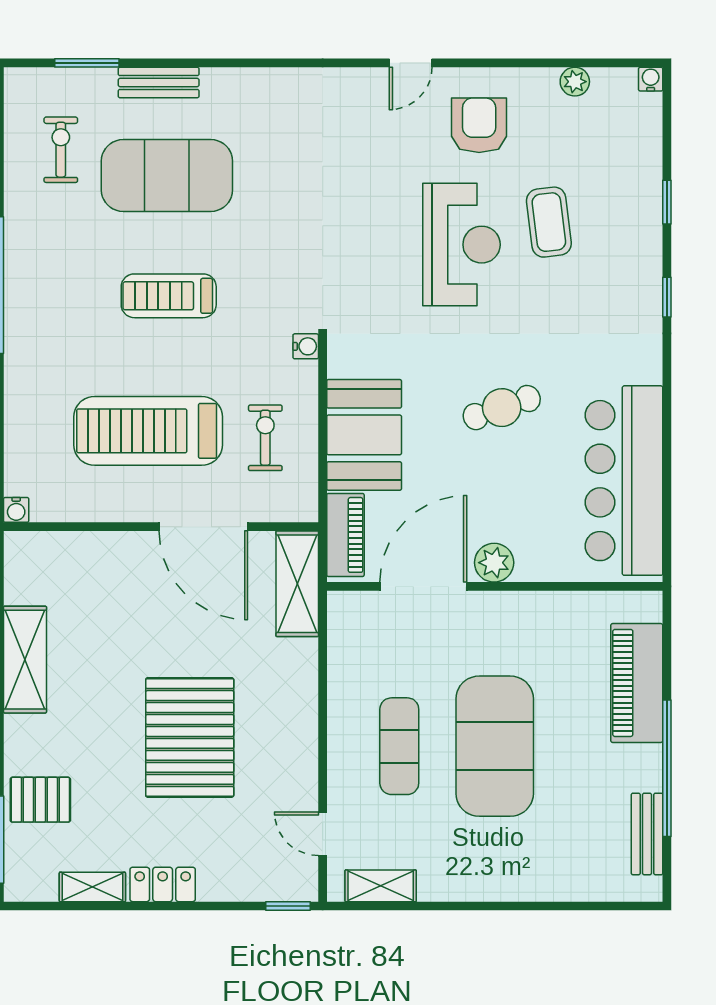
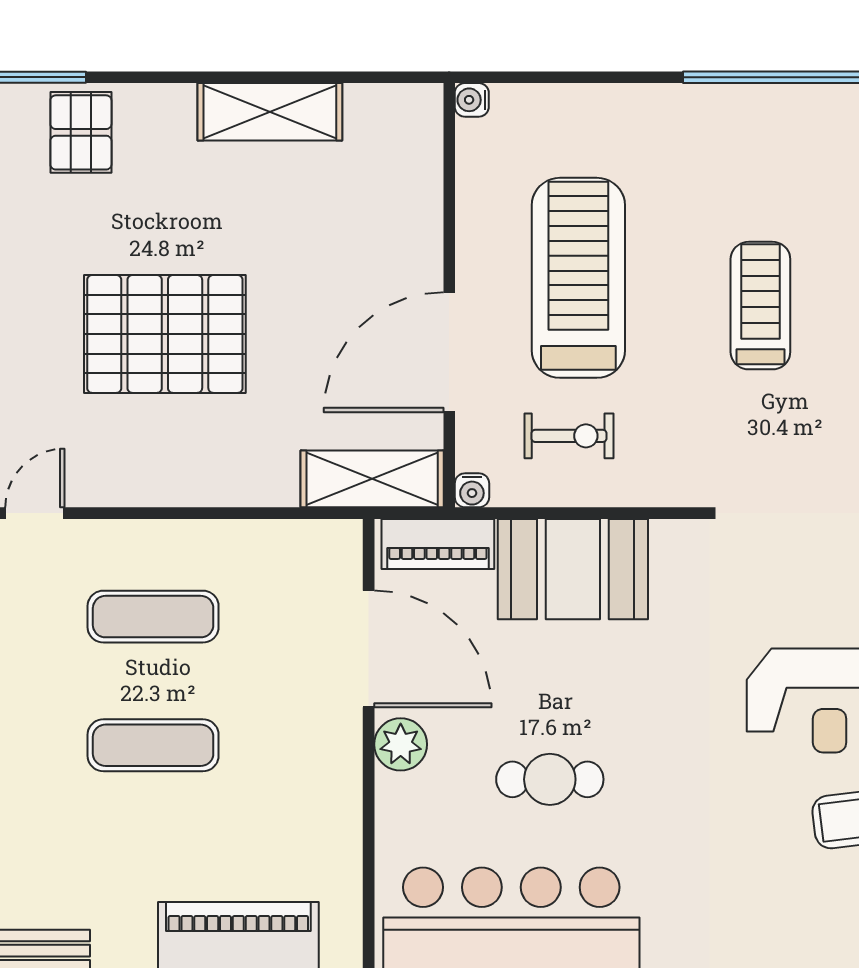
water cooler: (306, 346) -> (472, 490), moved
cafe table: (502, 408) -> (550, 779), moved, turned -71
exercise mat: (495, 746) -> (153, 745), width x0.50, depth x0.69

